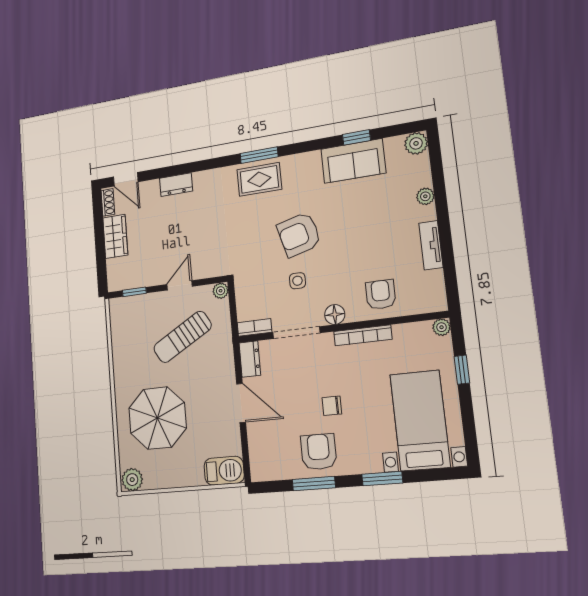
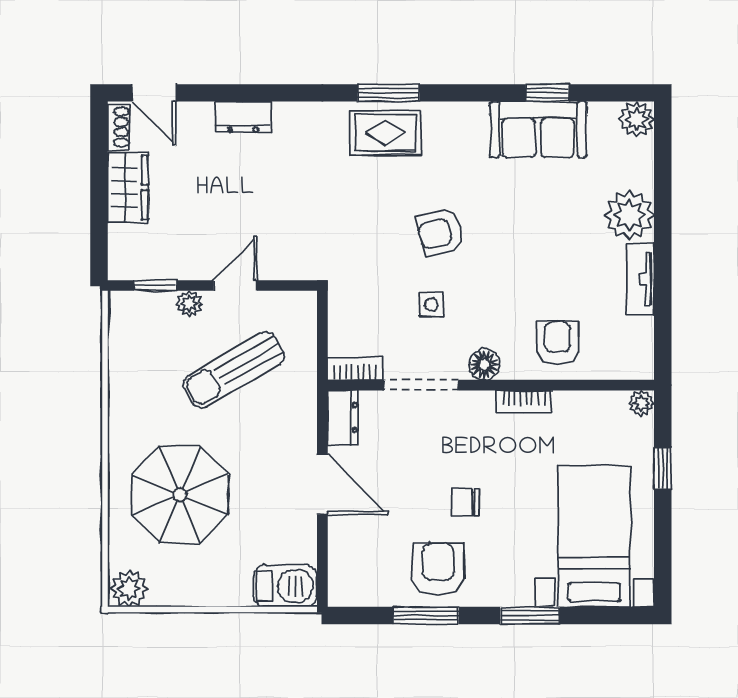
plant: (425, 196) -> (629, 215), width x1.88, depth x1.88
armchair: (299, 235) -> (441, 232), width x0.72, depth x0.72
plant: (221, 291) -> (189, 303), moved
bookcase: (363, 335) -> (524, 401), width x0.64

